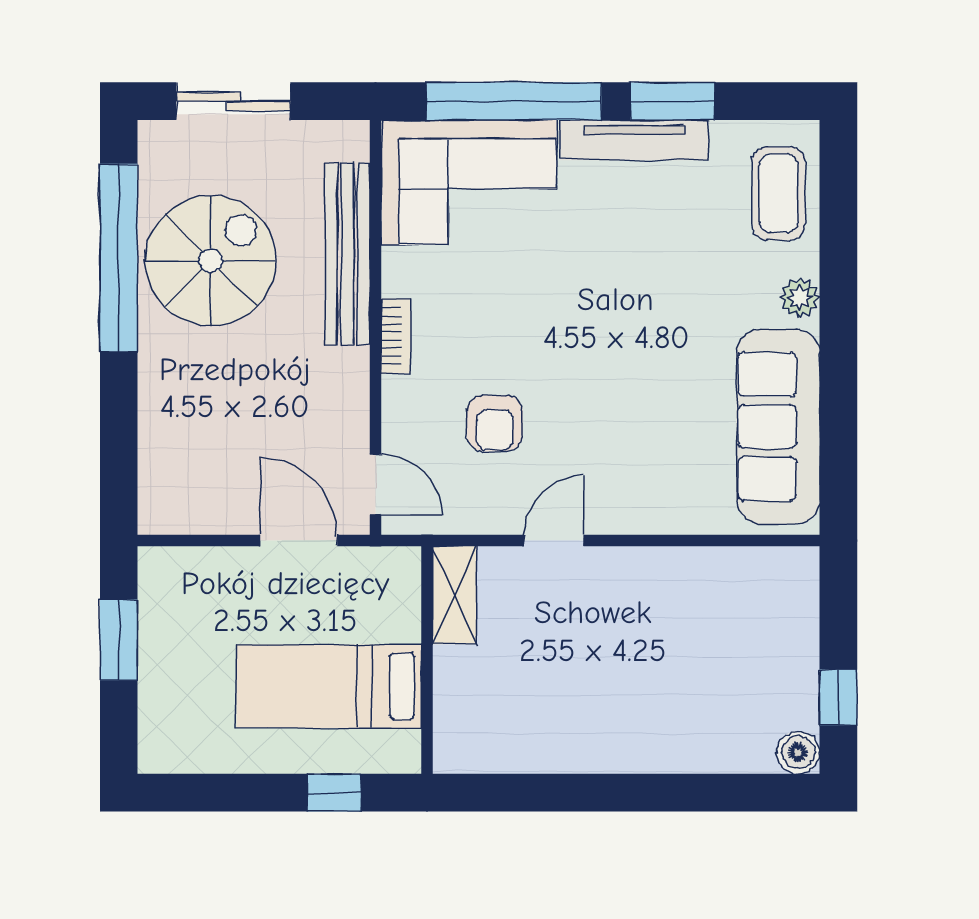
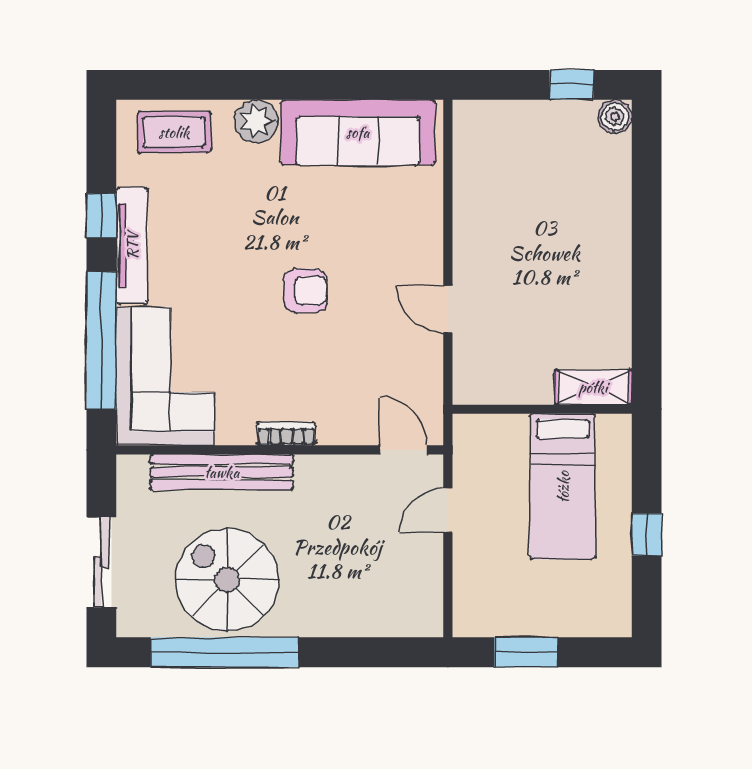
window: (673, 101) -> (101, 216), width x0.67
plant: (800, 298) -> (256, 121), width x1.38, depth x1.38
armchair: (495, 423) -> (305, 291), moved
door: (375, 484) -> (404, 450), hinge flipped
door: (299, 541) -> (448, 510), width x0.73
shelving: (455, 595) -> (593, 387), moved
window: (334, 793) -> (647, 534), moved

